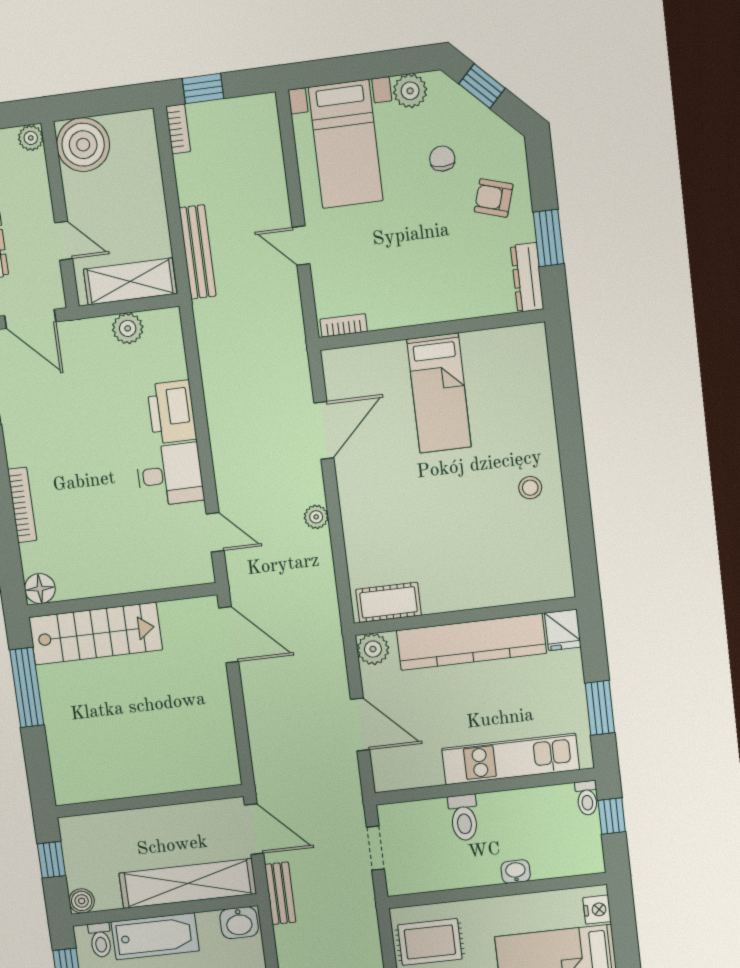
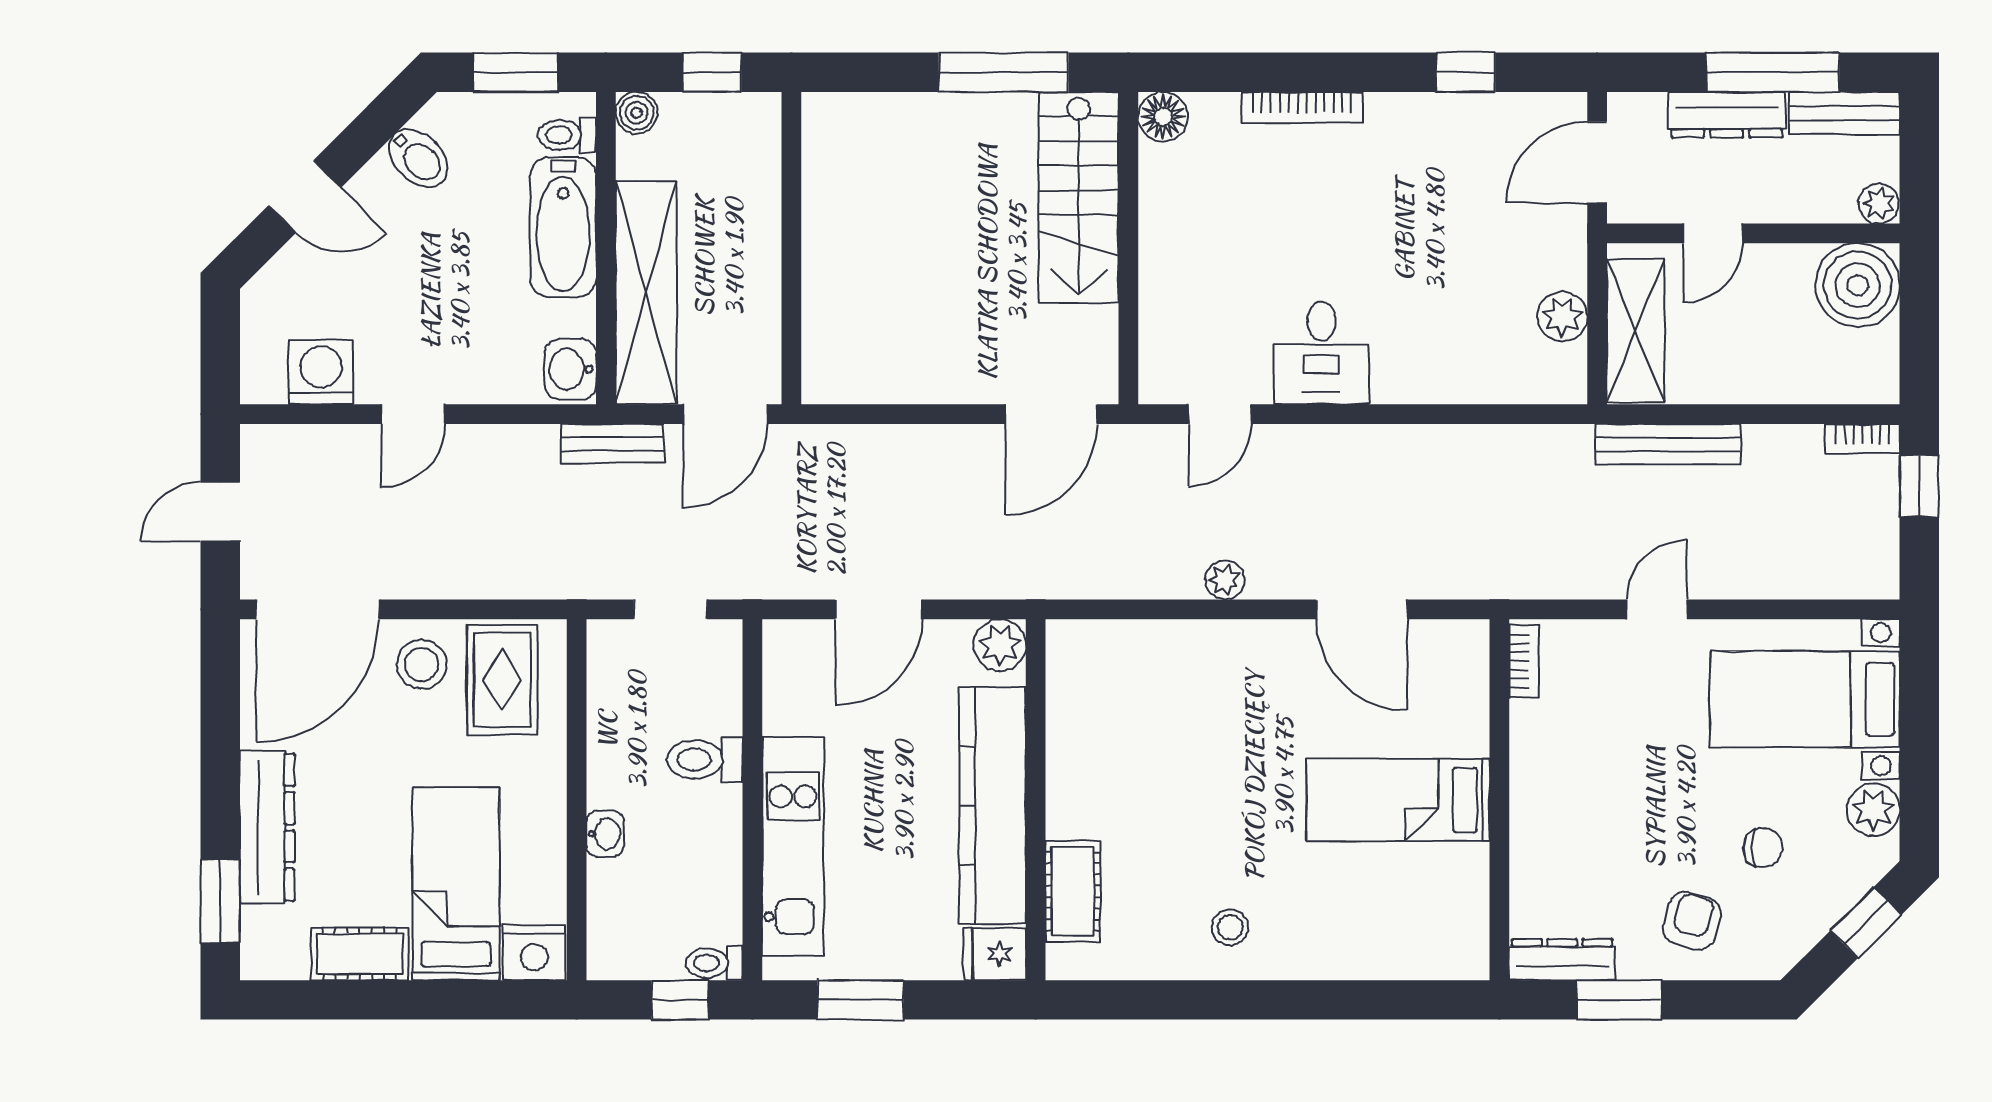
printer: (172, 412) -> (1421, 370), removed
cot: (389, 602) -> (1073, 891), moved
nightstand: (597, 910) -> (534, 953), width x1.36, depth x1.33

